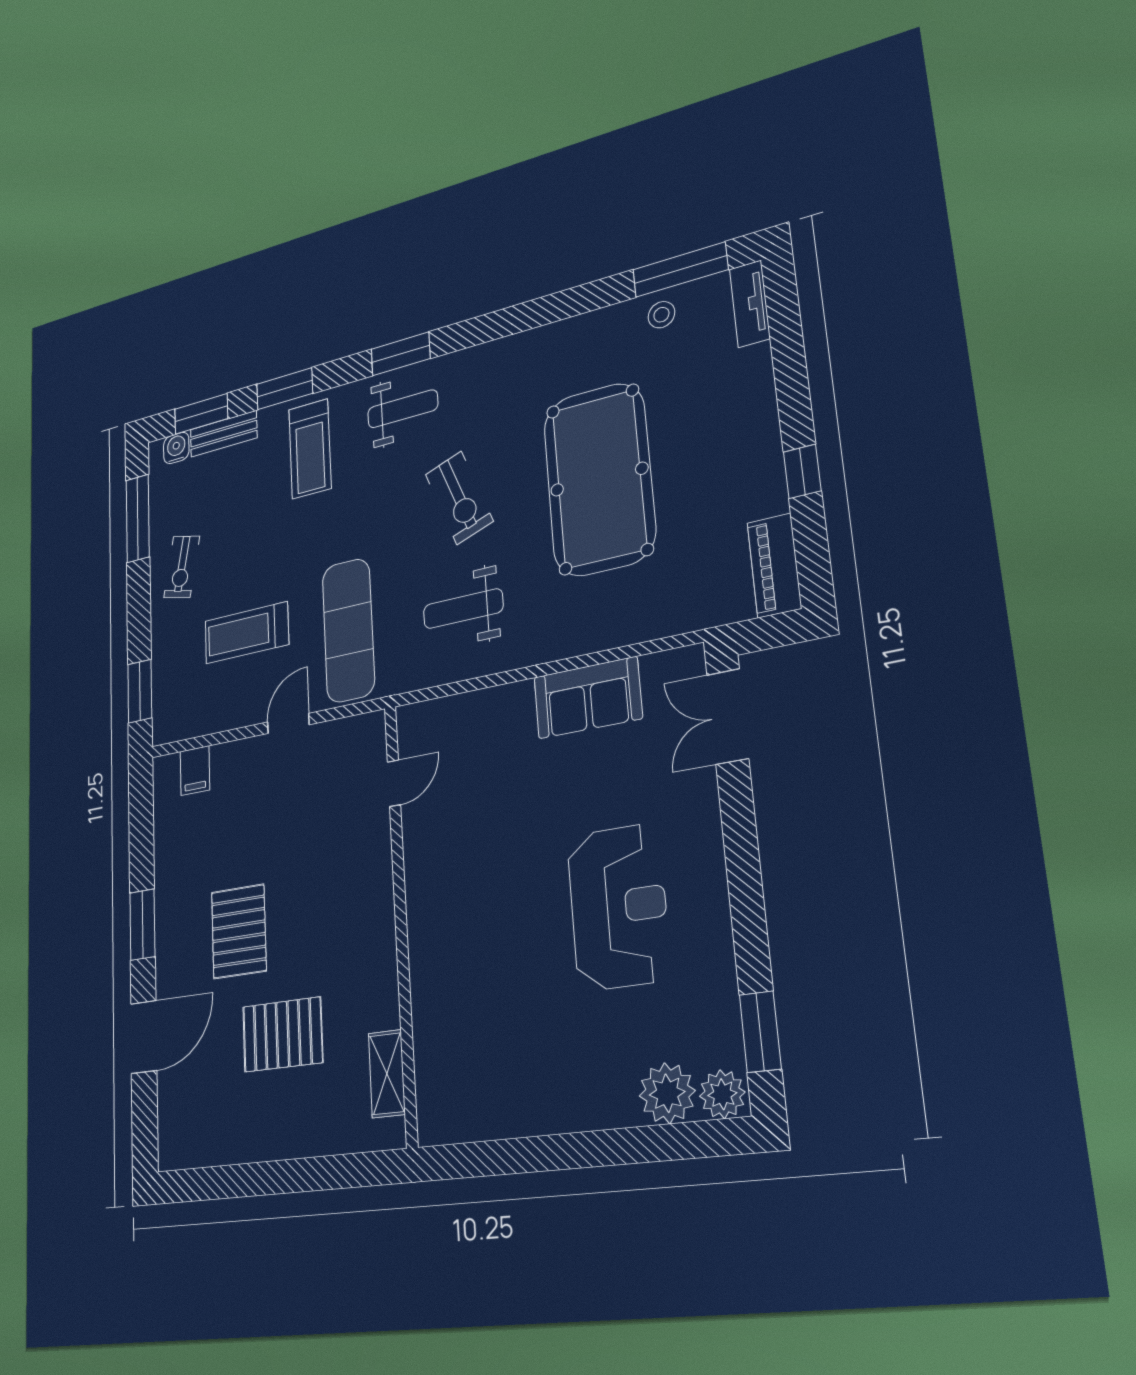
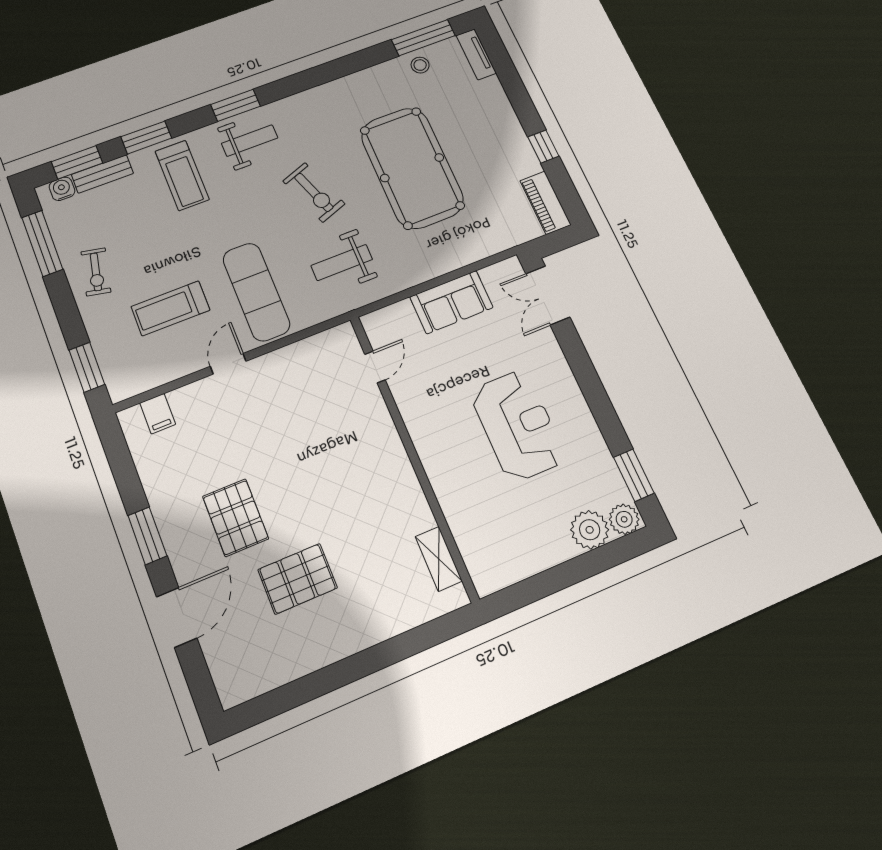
door: (394, 783) -> (375, 367), moved
wall: (401, 921) -> (413, 455), moved
shelving: (387, 1074) -> (439, 559), moved

